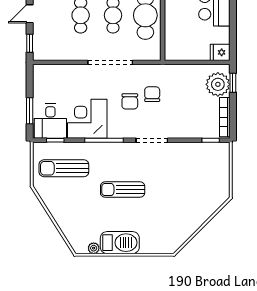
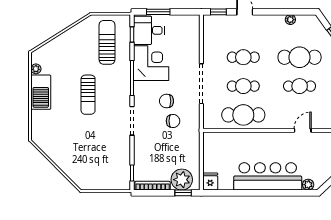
sun lounger: (123, 190) -> (88, 95), turned 180

